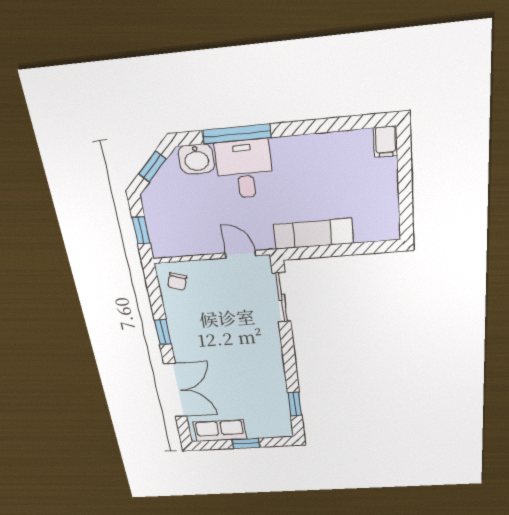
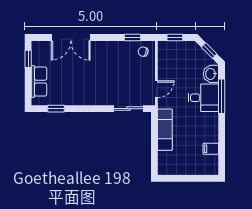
filing cabinet: (385, 142) -> (211, 149), moved
window: (163, 332) -> (133, 37), moved
row of seats: (220, 431) -> (39, 82), moved
window: (246, 443) -> (28, 59), moved

